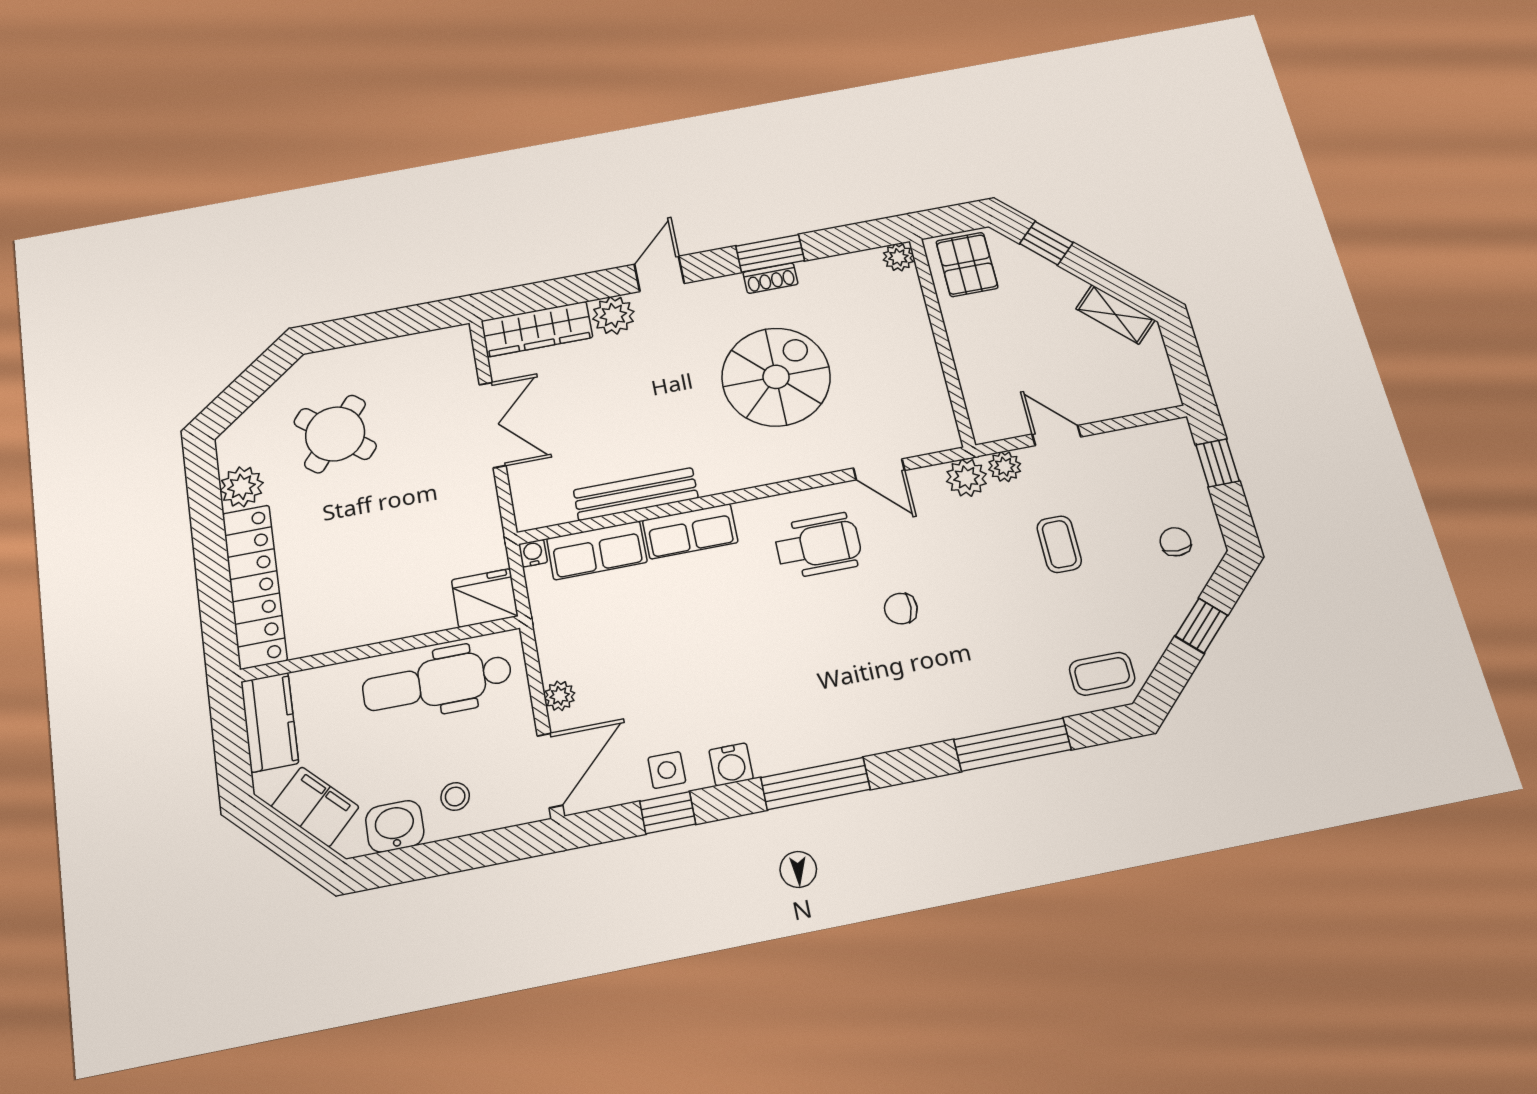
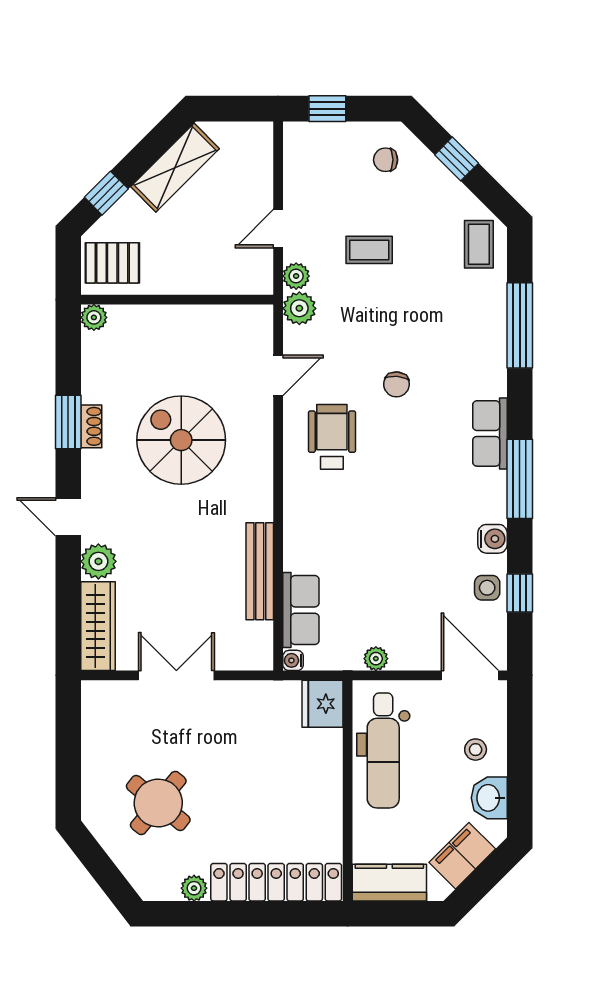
shelving: (1115, 314) -> (175, 168), width x1.50, depth x1.33
plant: (242, 487) -> (194, 888), width x0.73, depth x0.73
row of seats: (690, 531) -> (490, 433), moved, turned 180
plant: (560, 696) -> (376, 659), moved

